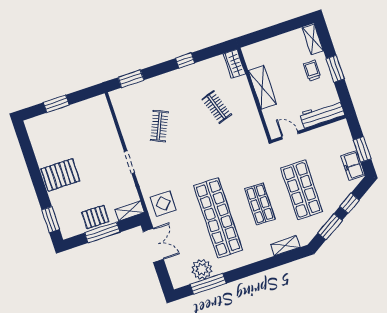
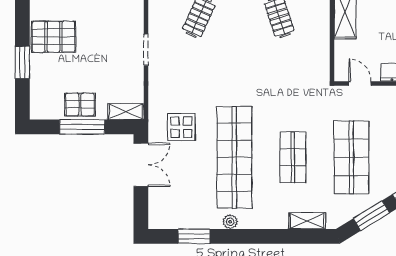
display table: (163, 204) -> (181, 127), moved
window: (51, 220) -> (22, 62), moved
plant: (202, 269) -> (230, 222), moved, width x0.53, depth x0.53
window: (208, 284) -> (194, 236), width x0.69

